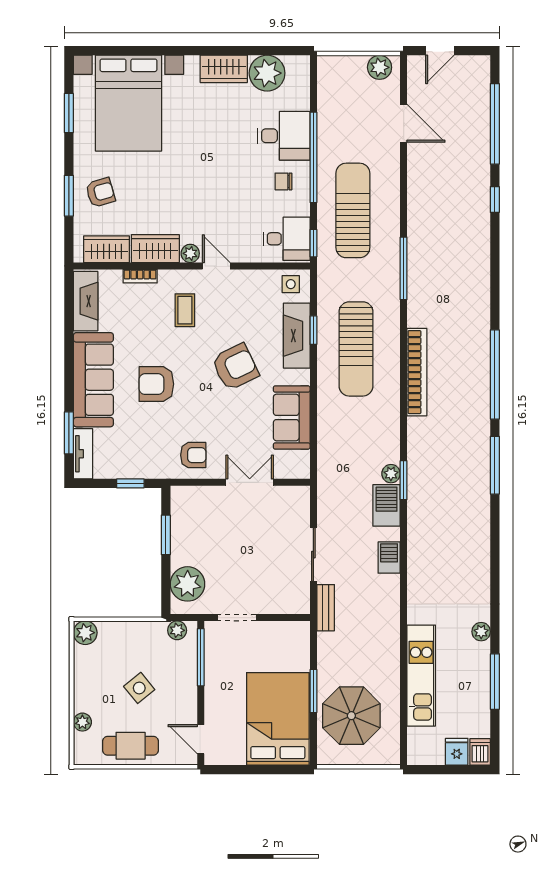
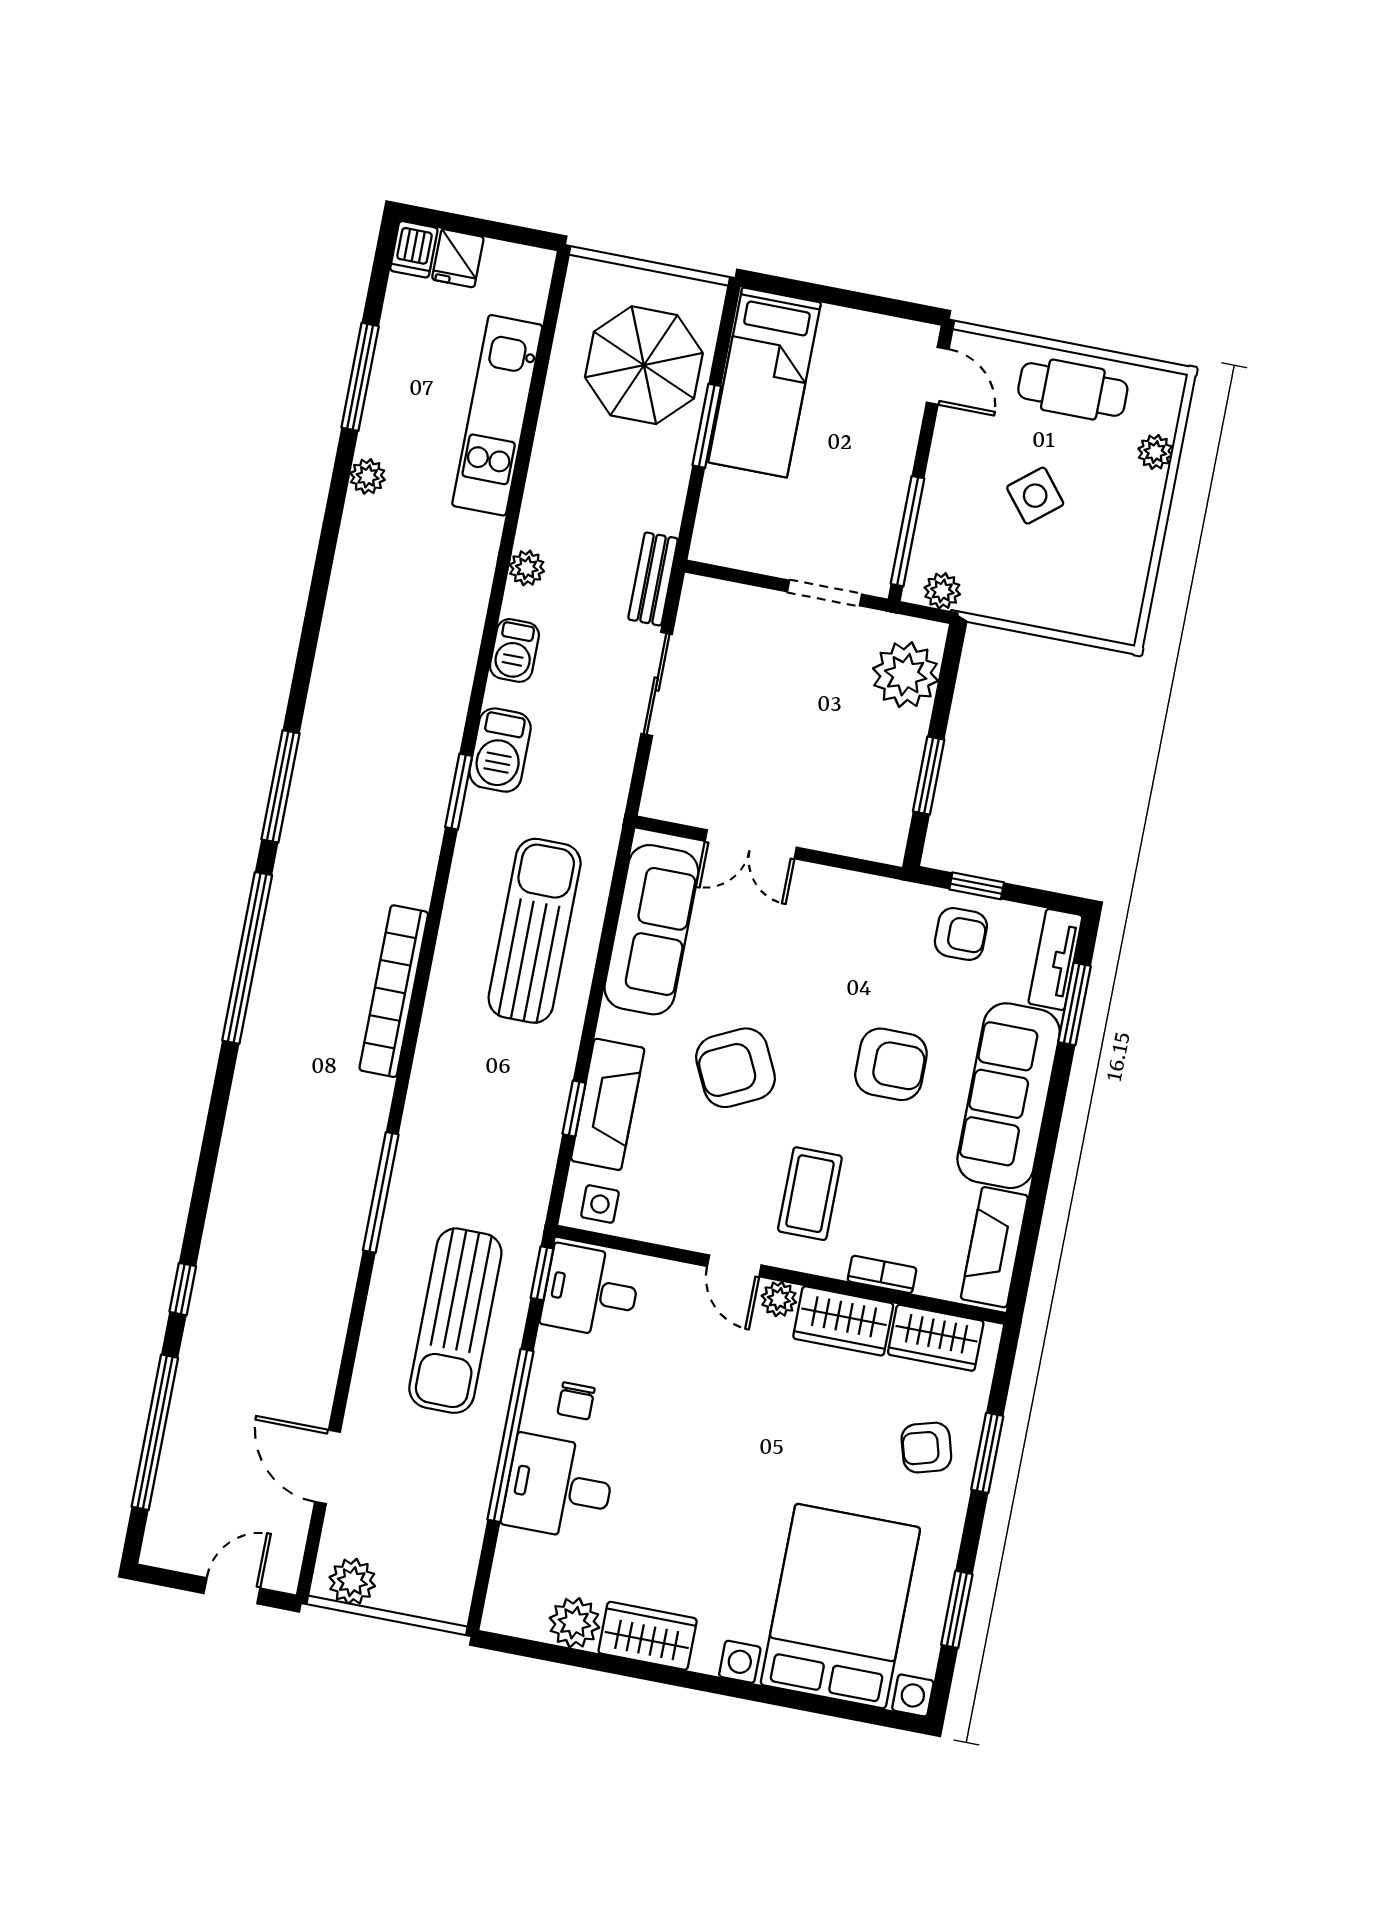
plant: (267, 73) -> (574, 1623), width x0.73, depth x0.73
chair: (283, 181) -> (576, 1401), turned 90
coffee table: (185, 310) -> (810, 1194), width x1.36, depth x1.30
sun lounger: (356, 349) -> (535, 931), moved
sofa: (292, 417) -> (651, 930), width x1.36
armchair: (193, 455) -> (961, 934), moved, turned 180
plant: (391, 474) -> (527, 568), moved
plant: (85, 633) -> (1117, 620), removed
bed: (278, 719) -> (765, 382), width x0.67

